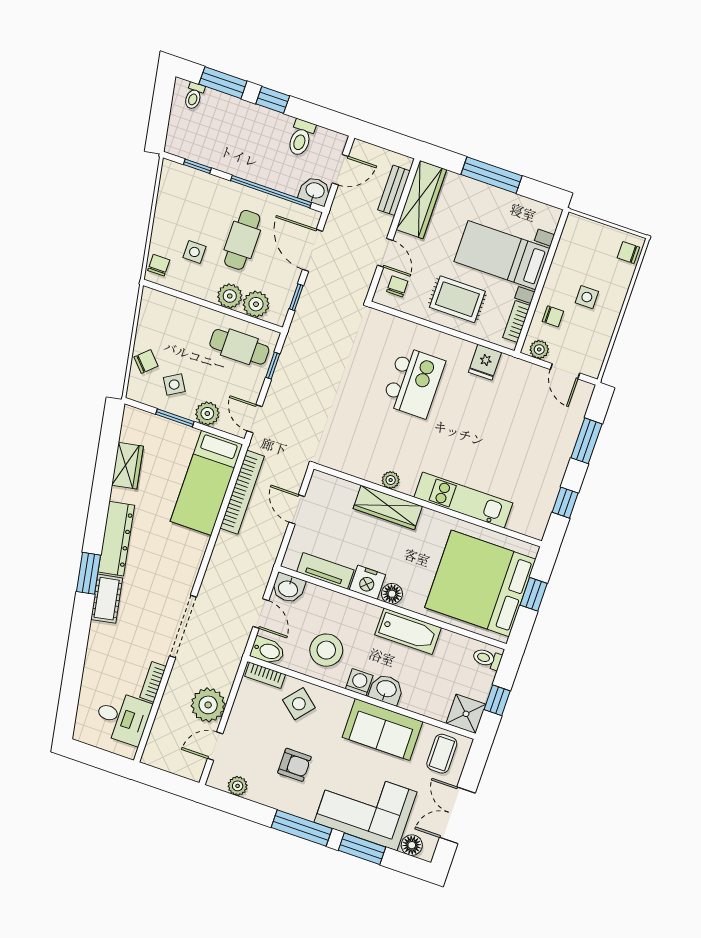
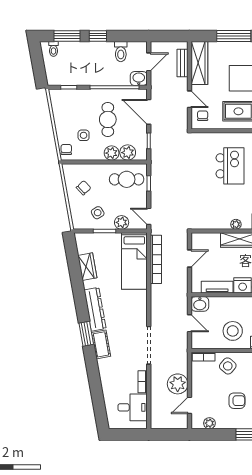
chair: (146, 362) -> (84, 188), moved
door: (297, 509) -> (189, 259), swing flipped
bidet: (268, 651) -> (200, 342), removed

